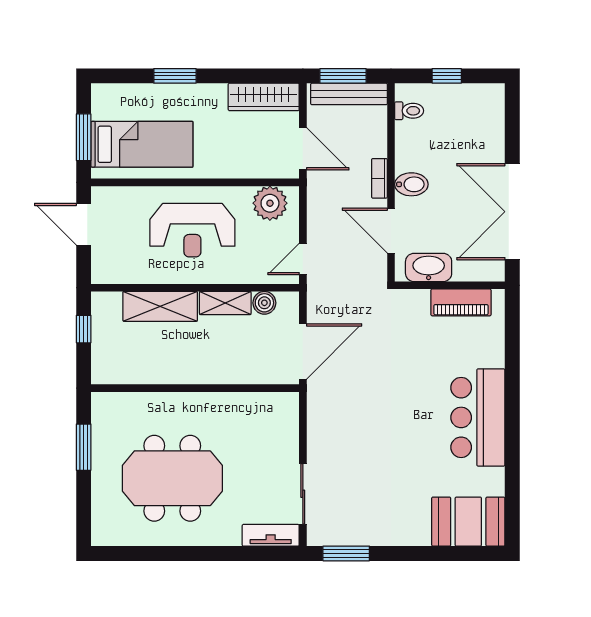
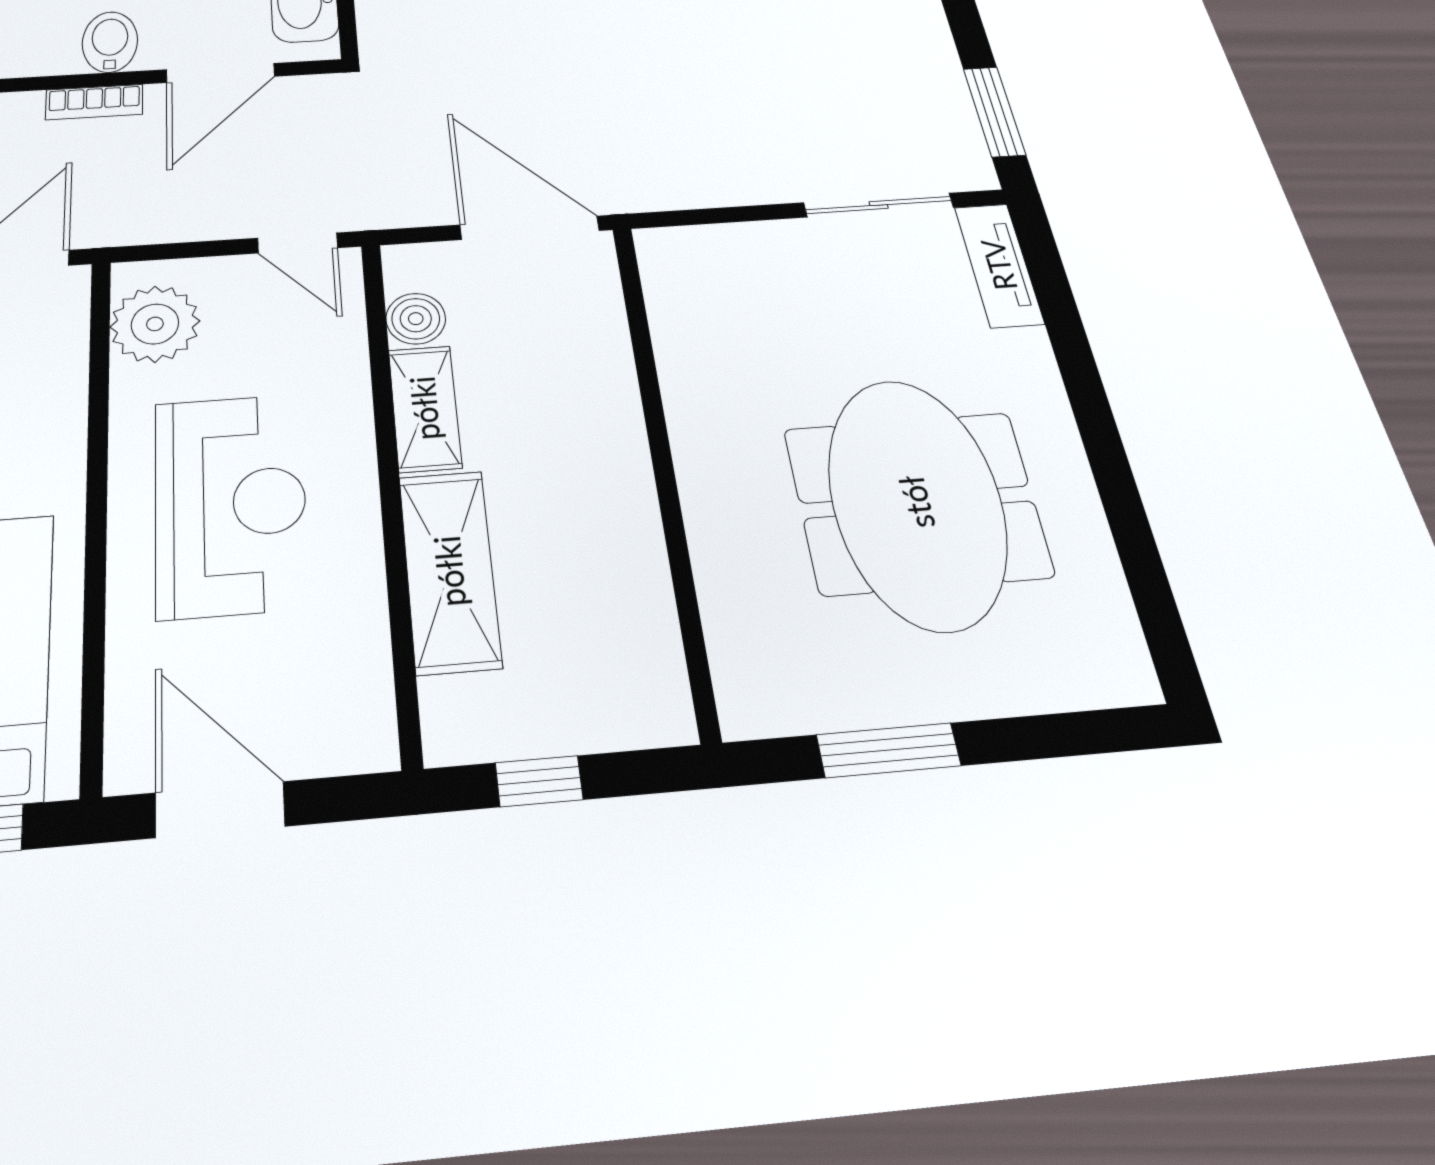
door: (84, 224) -> (220, 809), swing flipped

